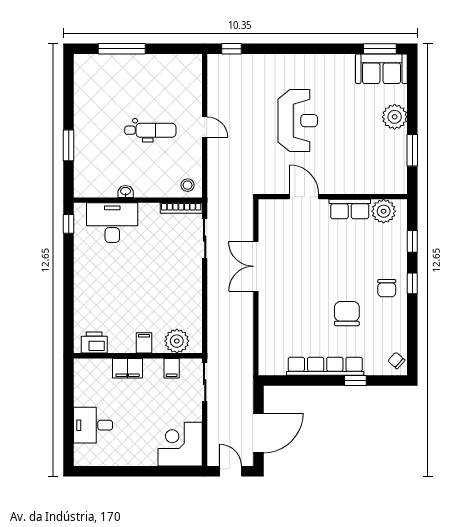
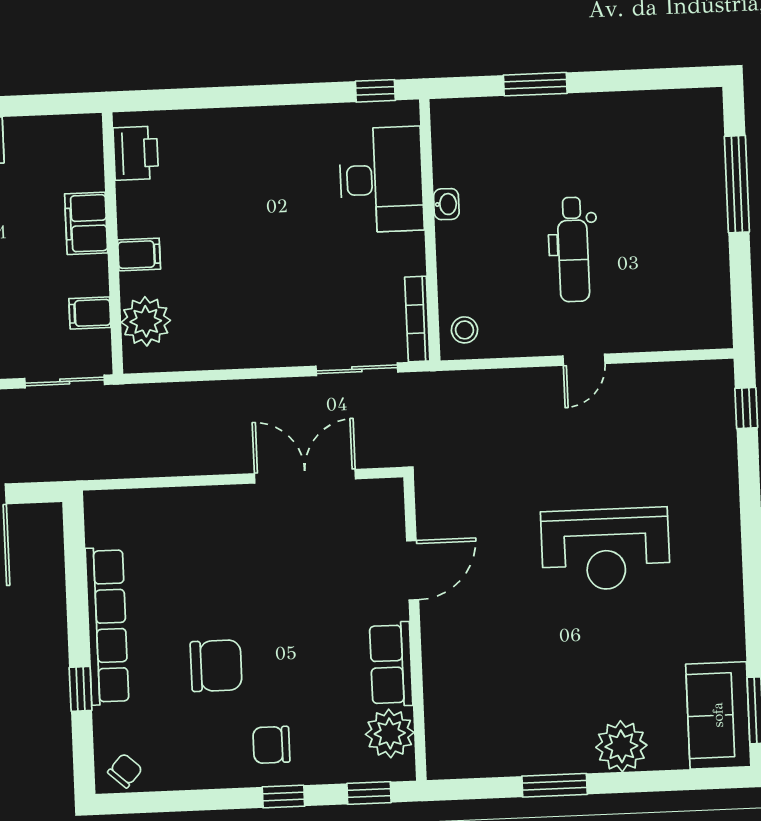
door: (304, 197) -> (413, 570), moved
wall: (333, 197) -> (415, 629), moved
row of seats: (350, 209) -> (391, 664), moved
plant: (384, 211) -> (390, 733), moved

